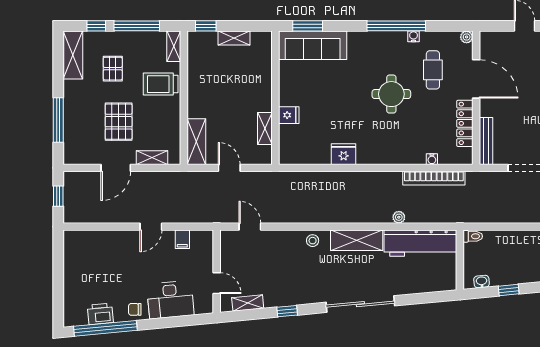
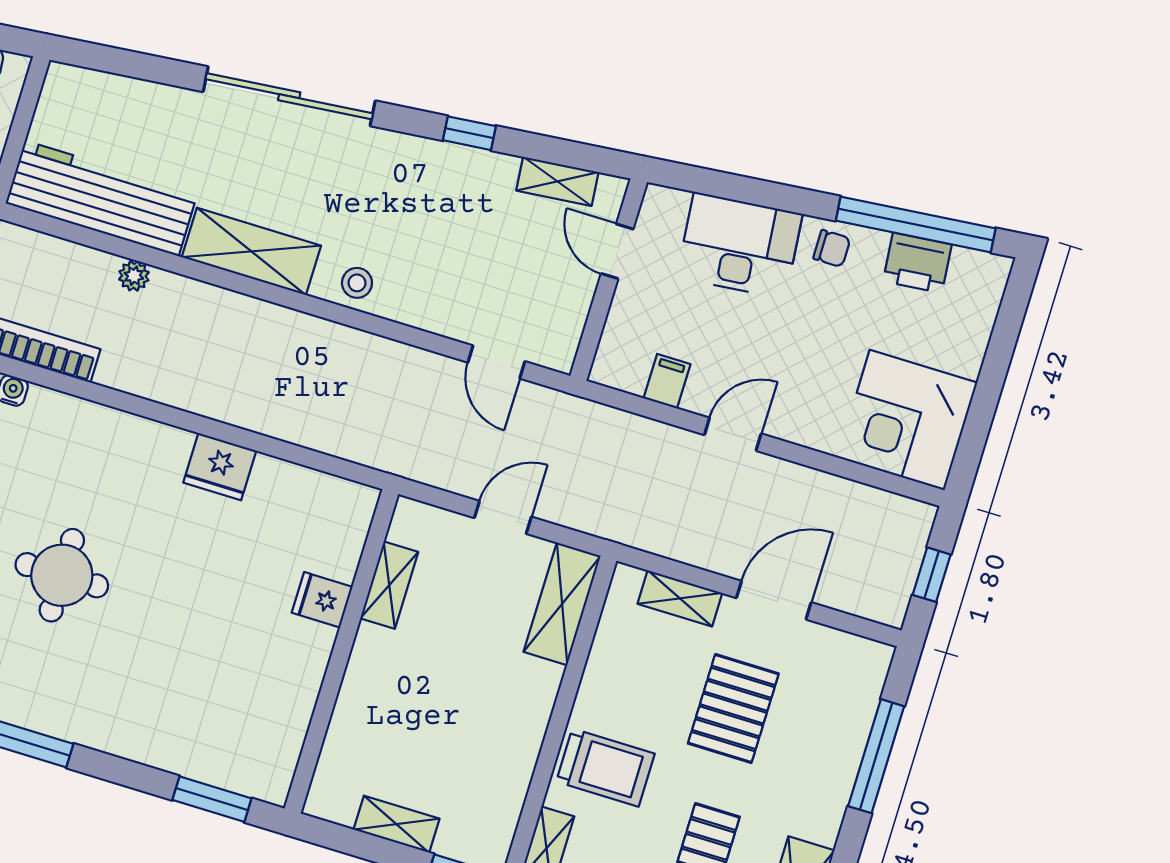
sofa: (313, 45) -> (214, 749), removed
door: (229, 168) -> (503, 517), swing flipped
corner desk: (86, 252) -> (907, 420), added

